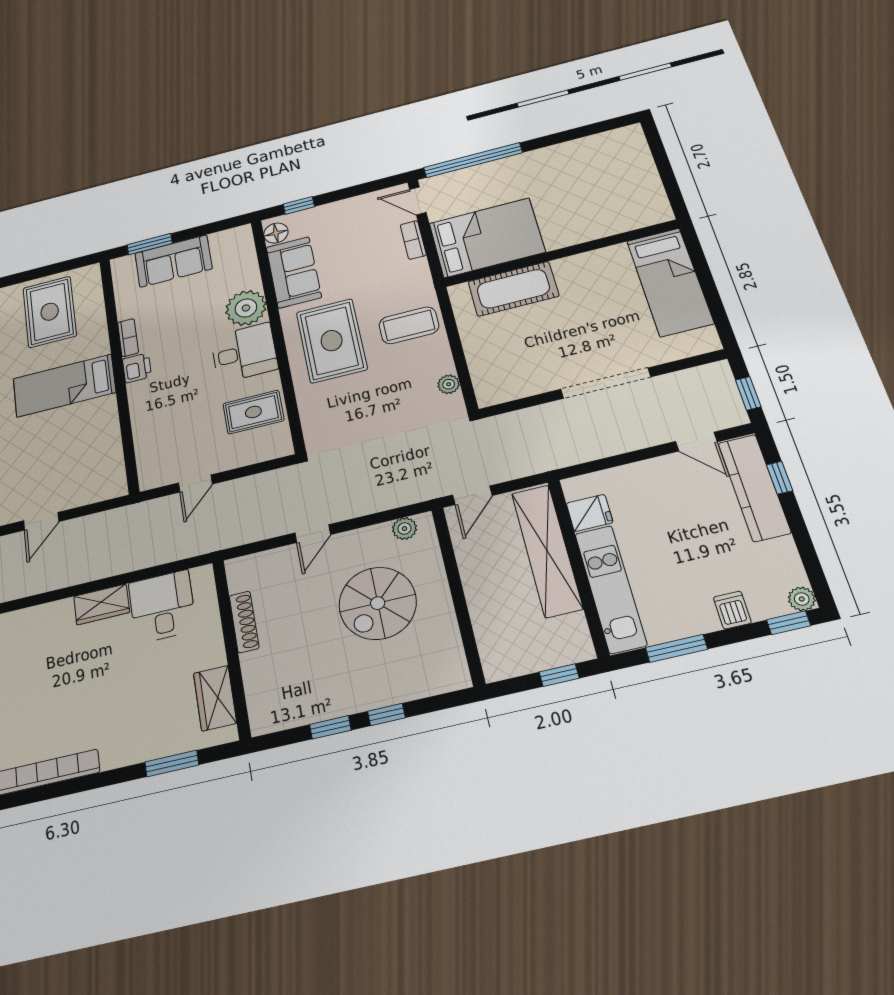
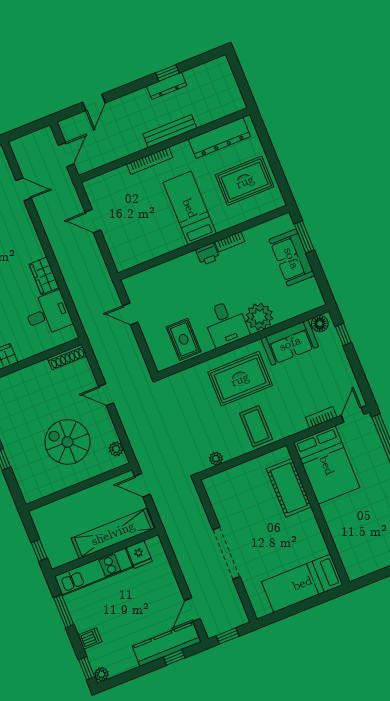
shoe rack: (244, 622) -> (67, 357), moved

